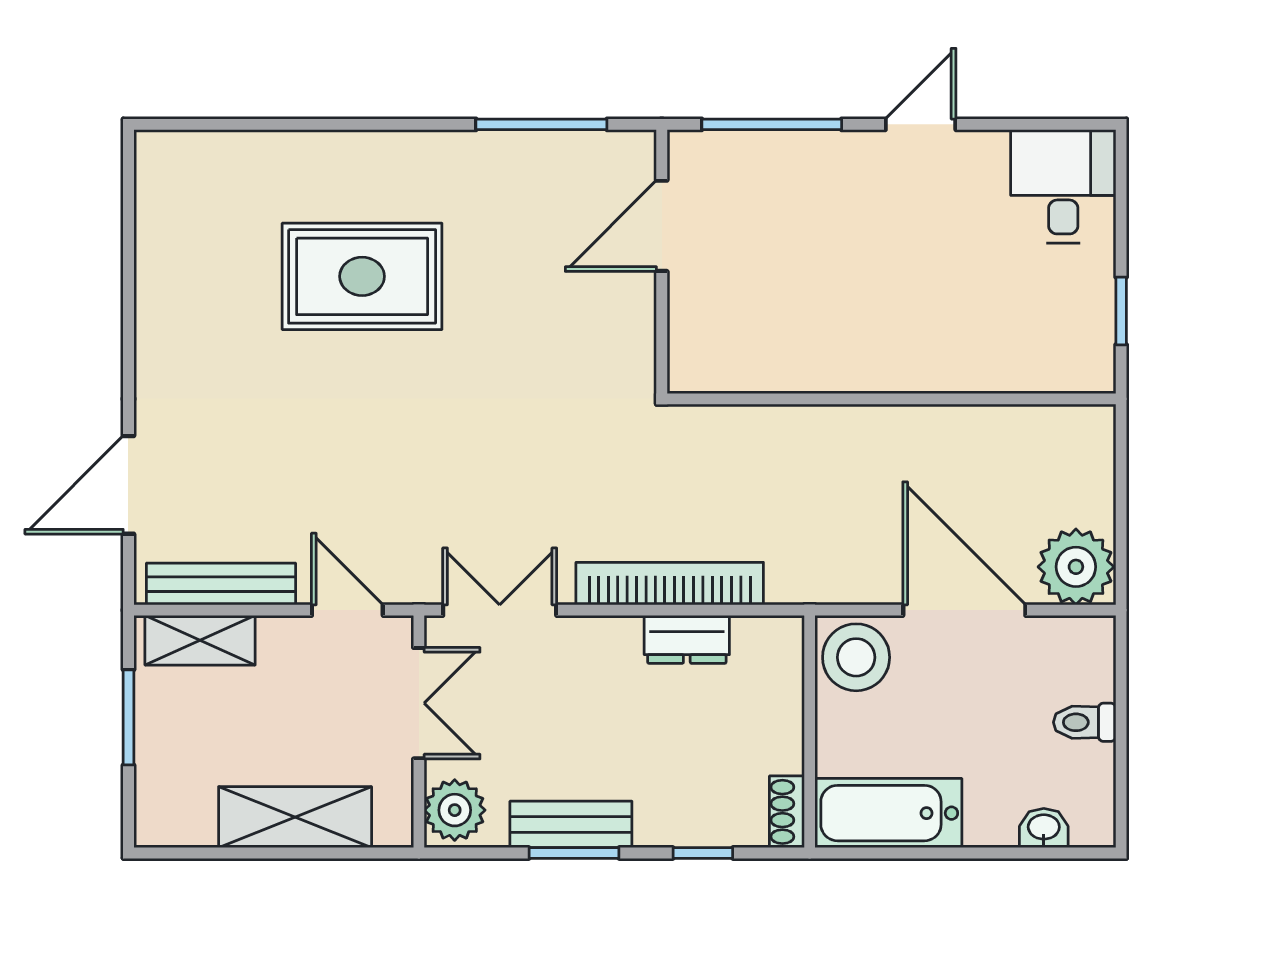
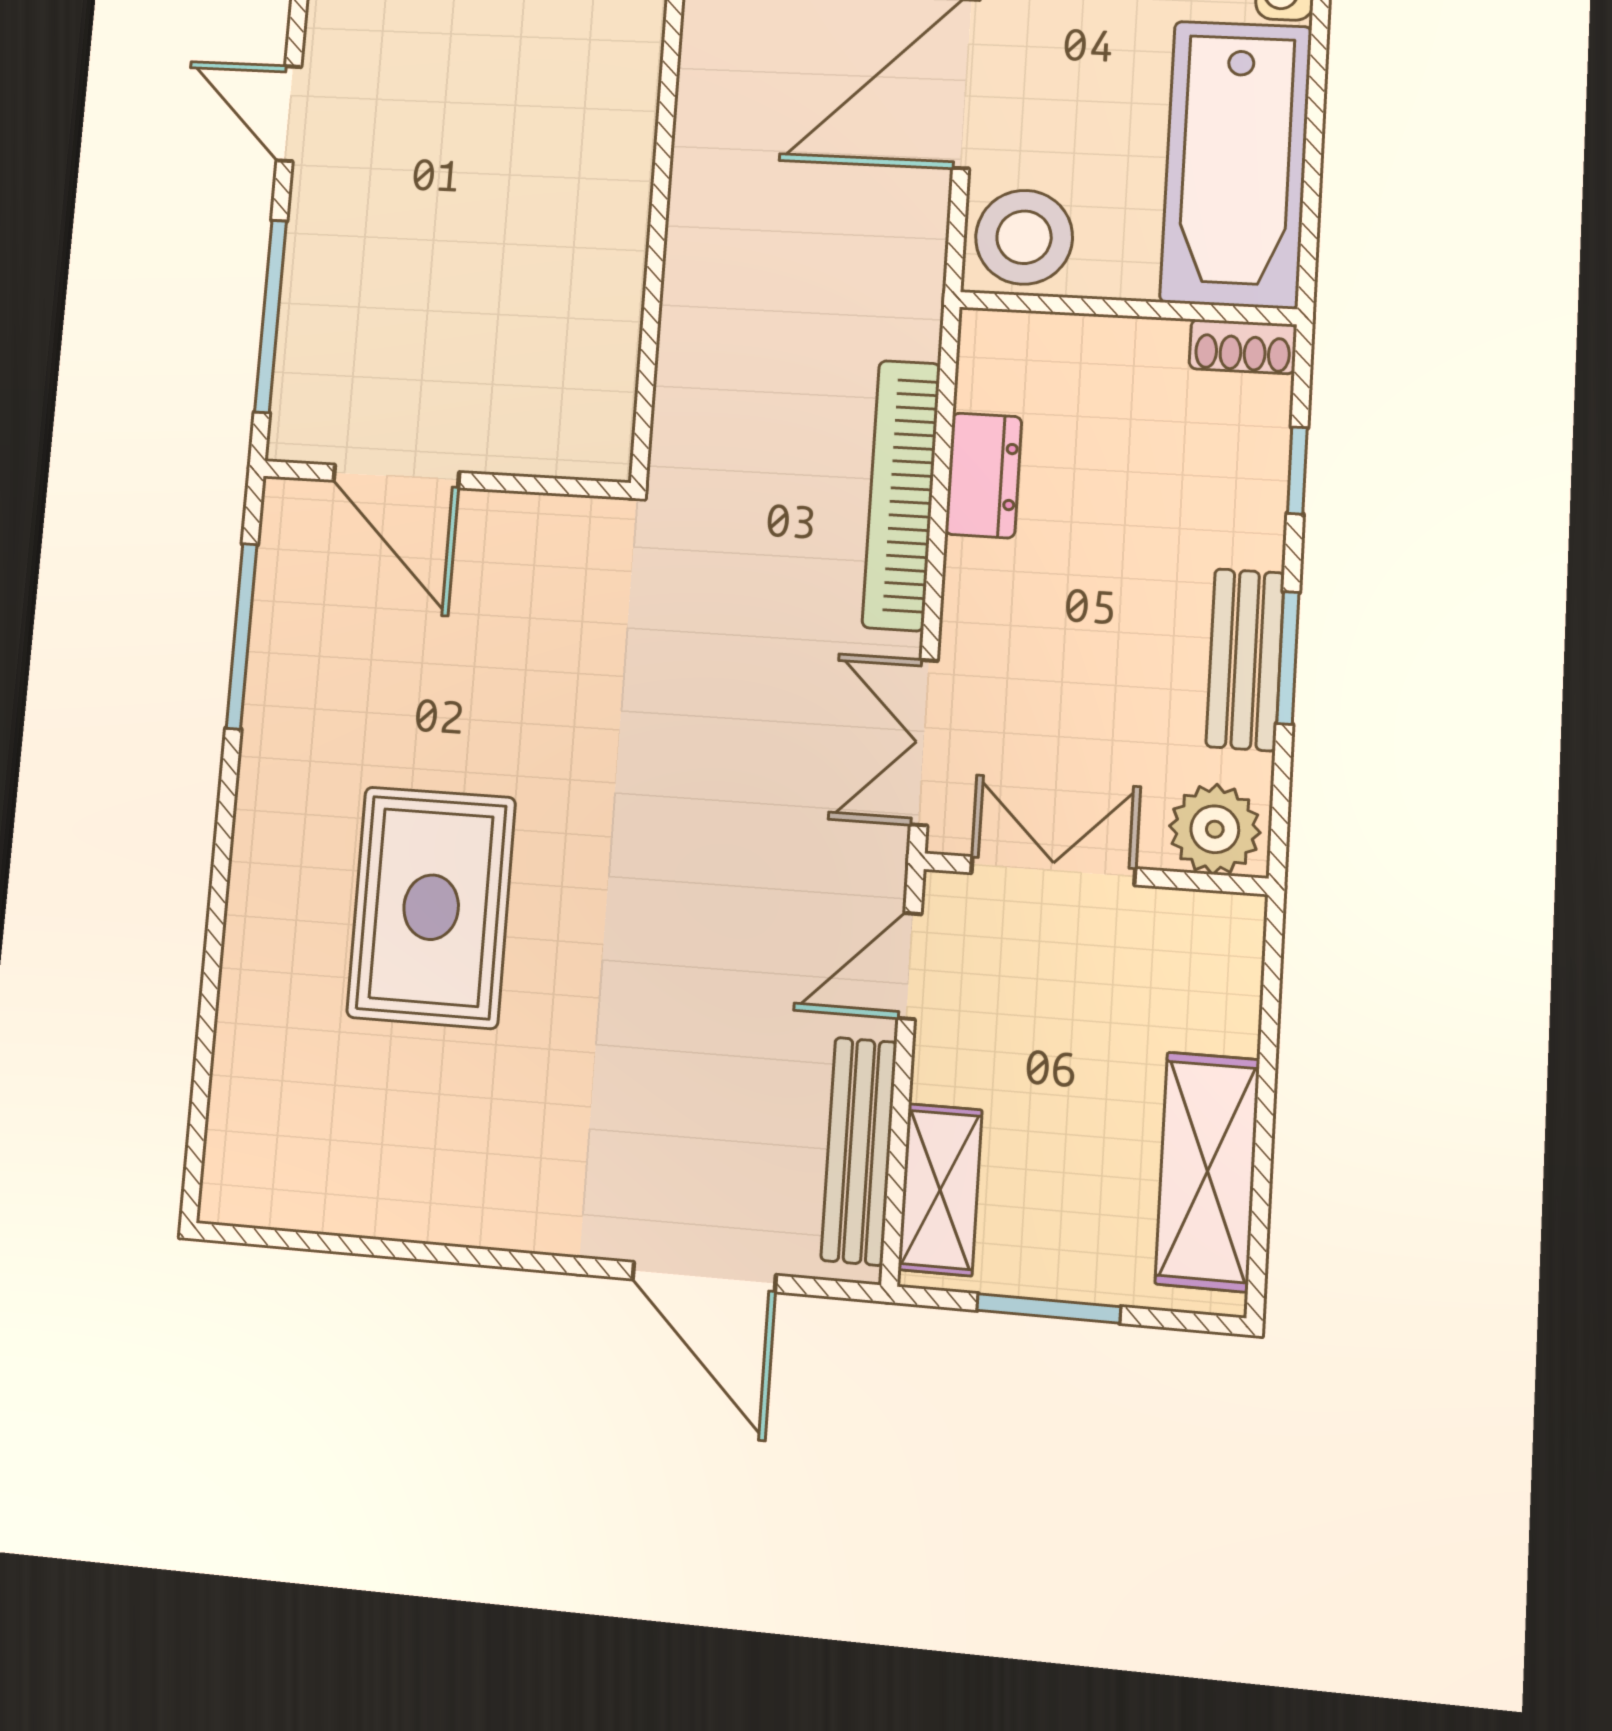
bathtub: (888, 813) -> (1236, 164), width x1.36, depth x1.36
shelving: (295, 817) -> (1207, 1172), moved

